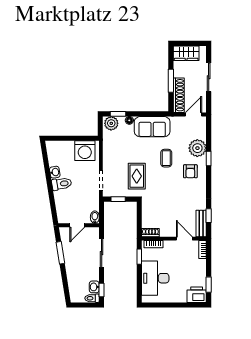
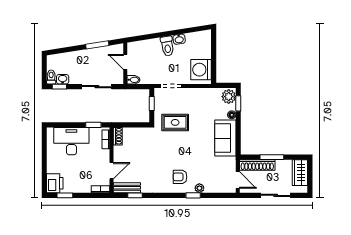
plant: (197, 148) -> (199, 188), width x0.53, depth x0.53
coffee table: (166, 158) -> (193, 152), removed

